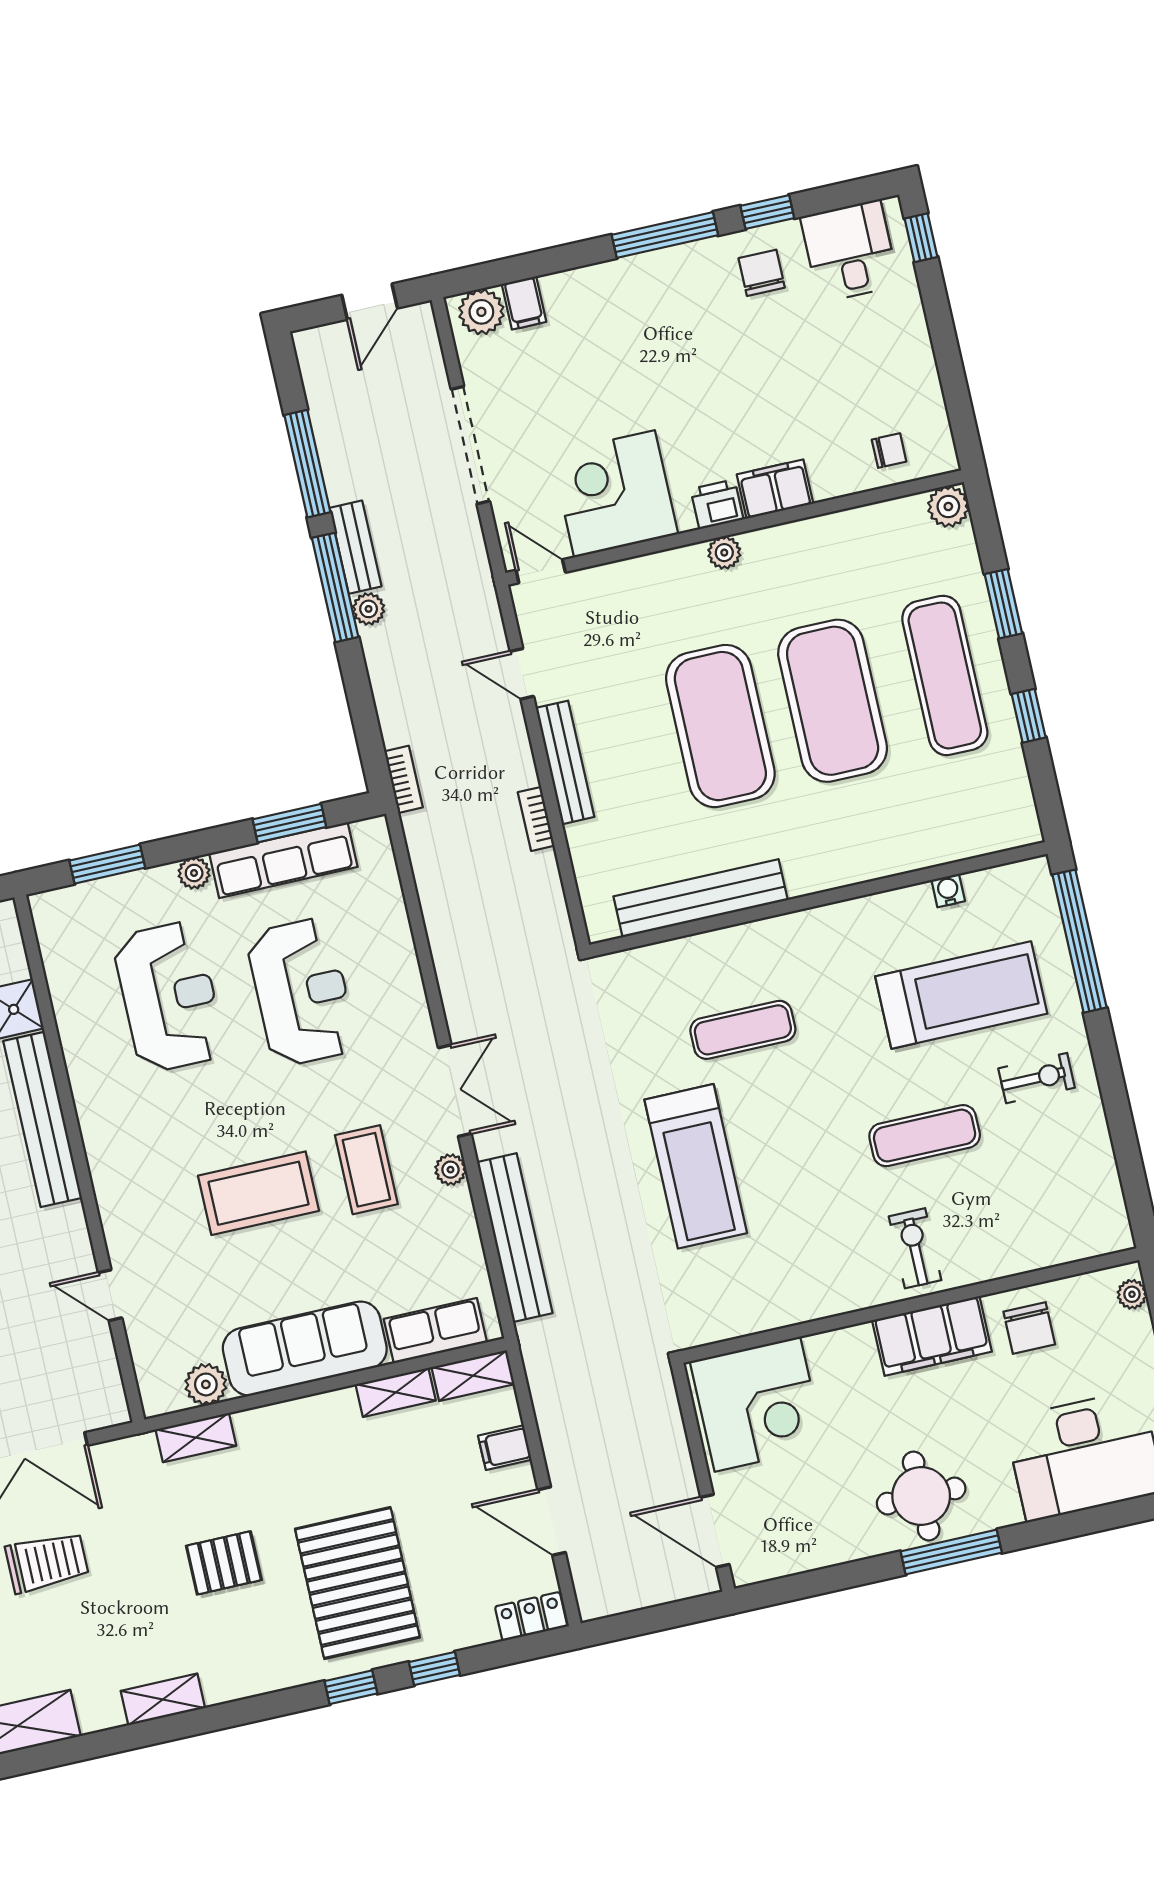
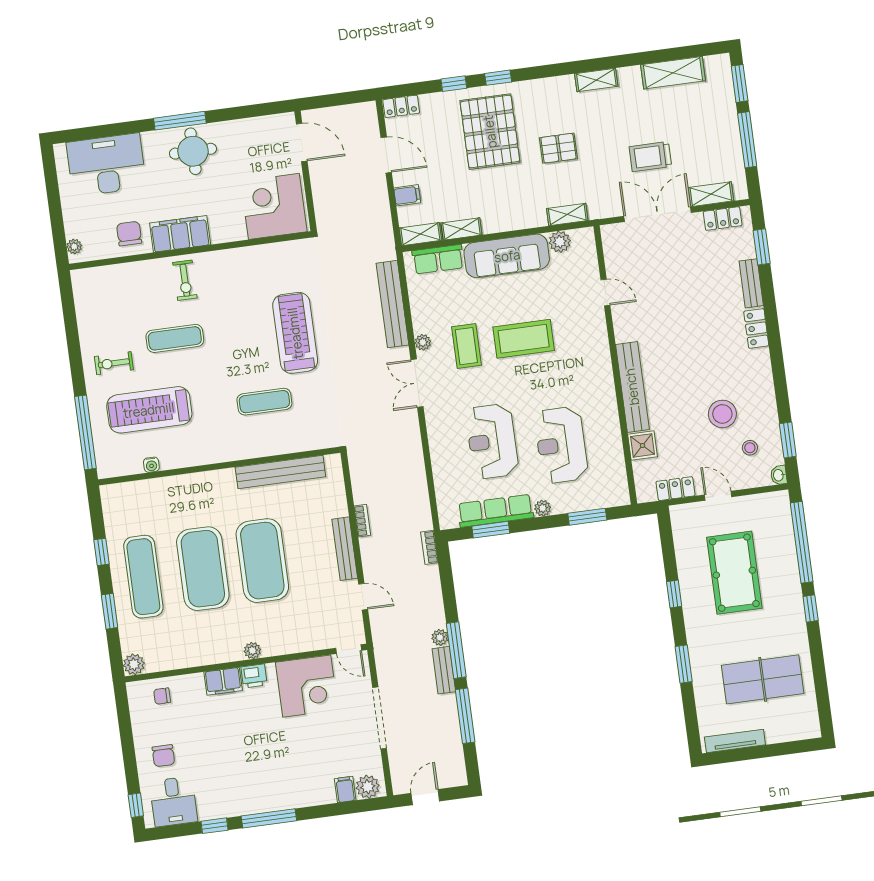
chair: (762, 273) -> (163, 756), moved

